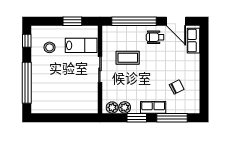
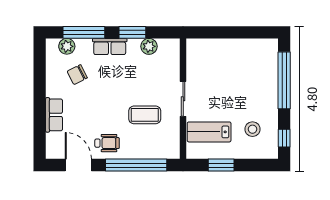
row of seats: (194, 41) -> (54, 115), moved
plant: (112, 107) -> (67, 46), moved

